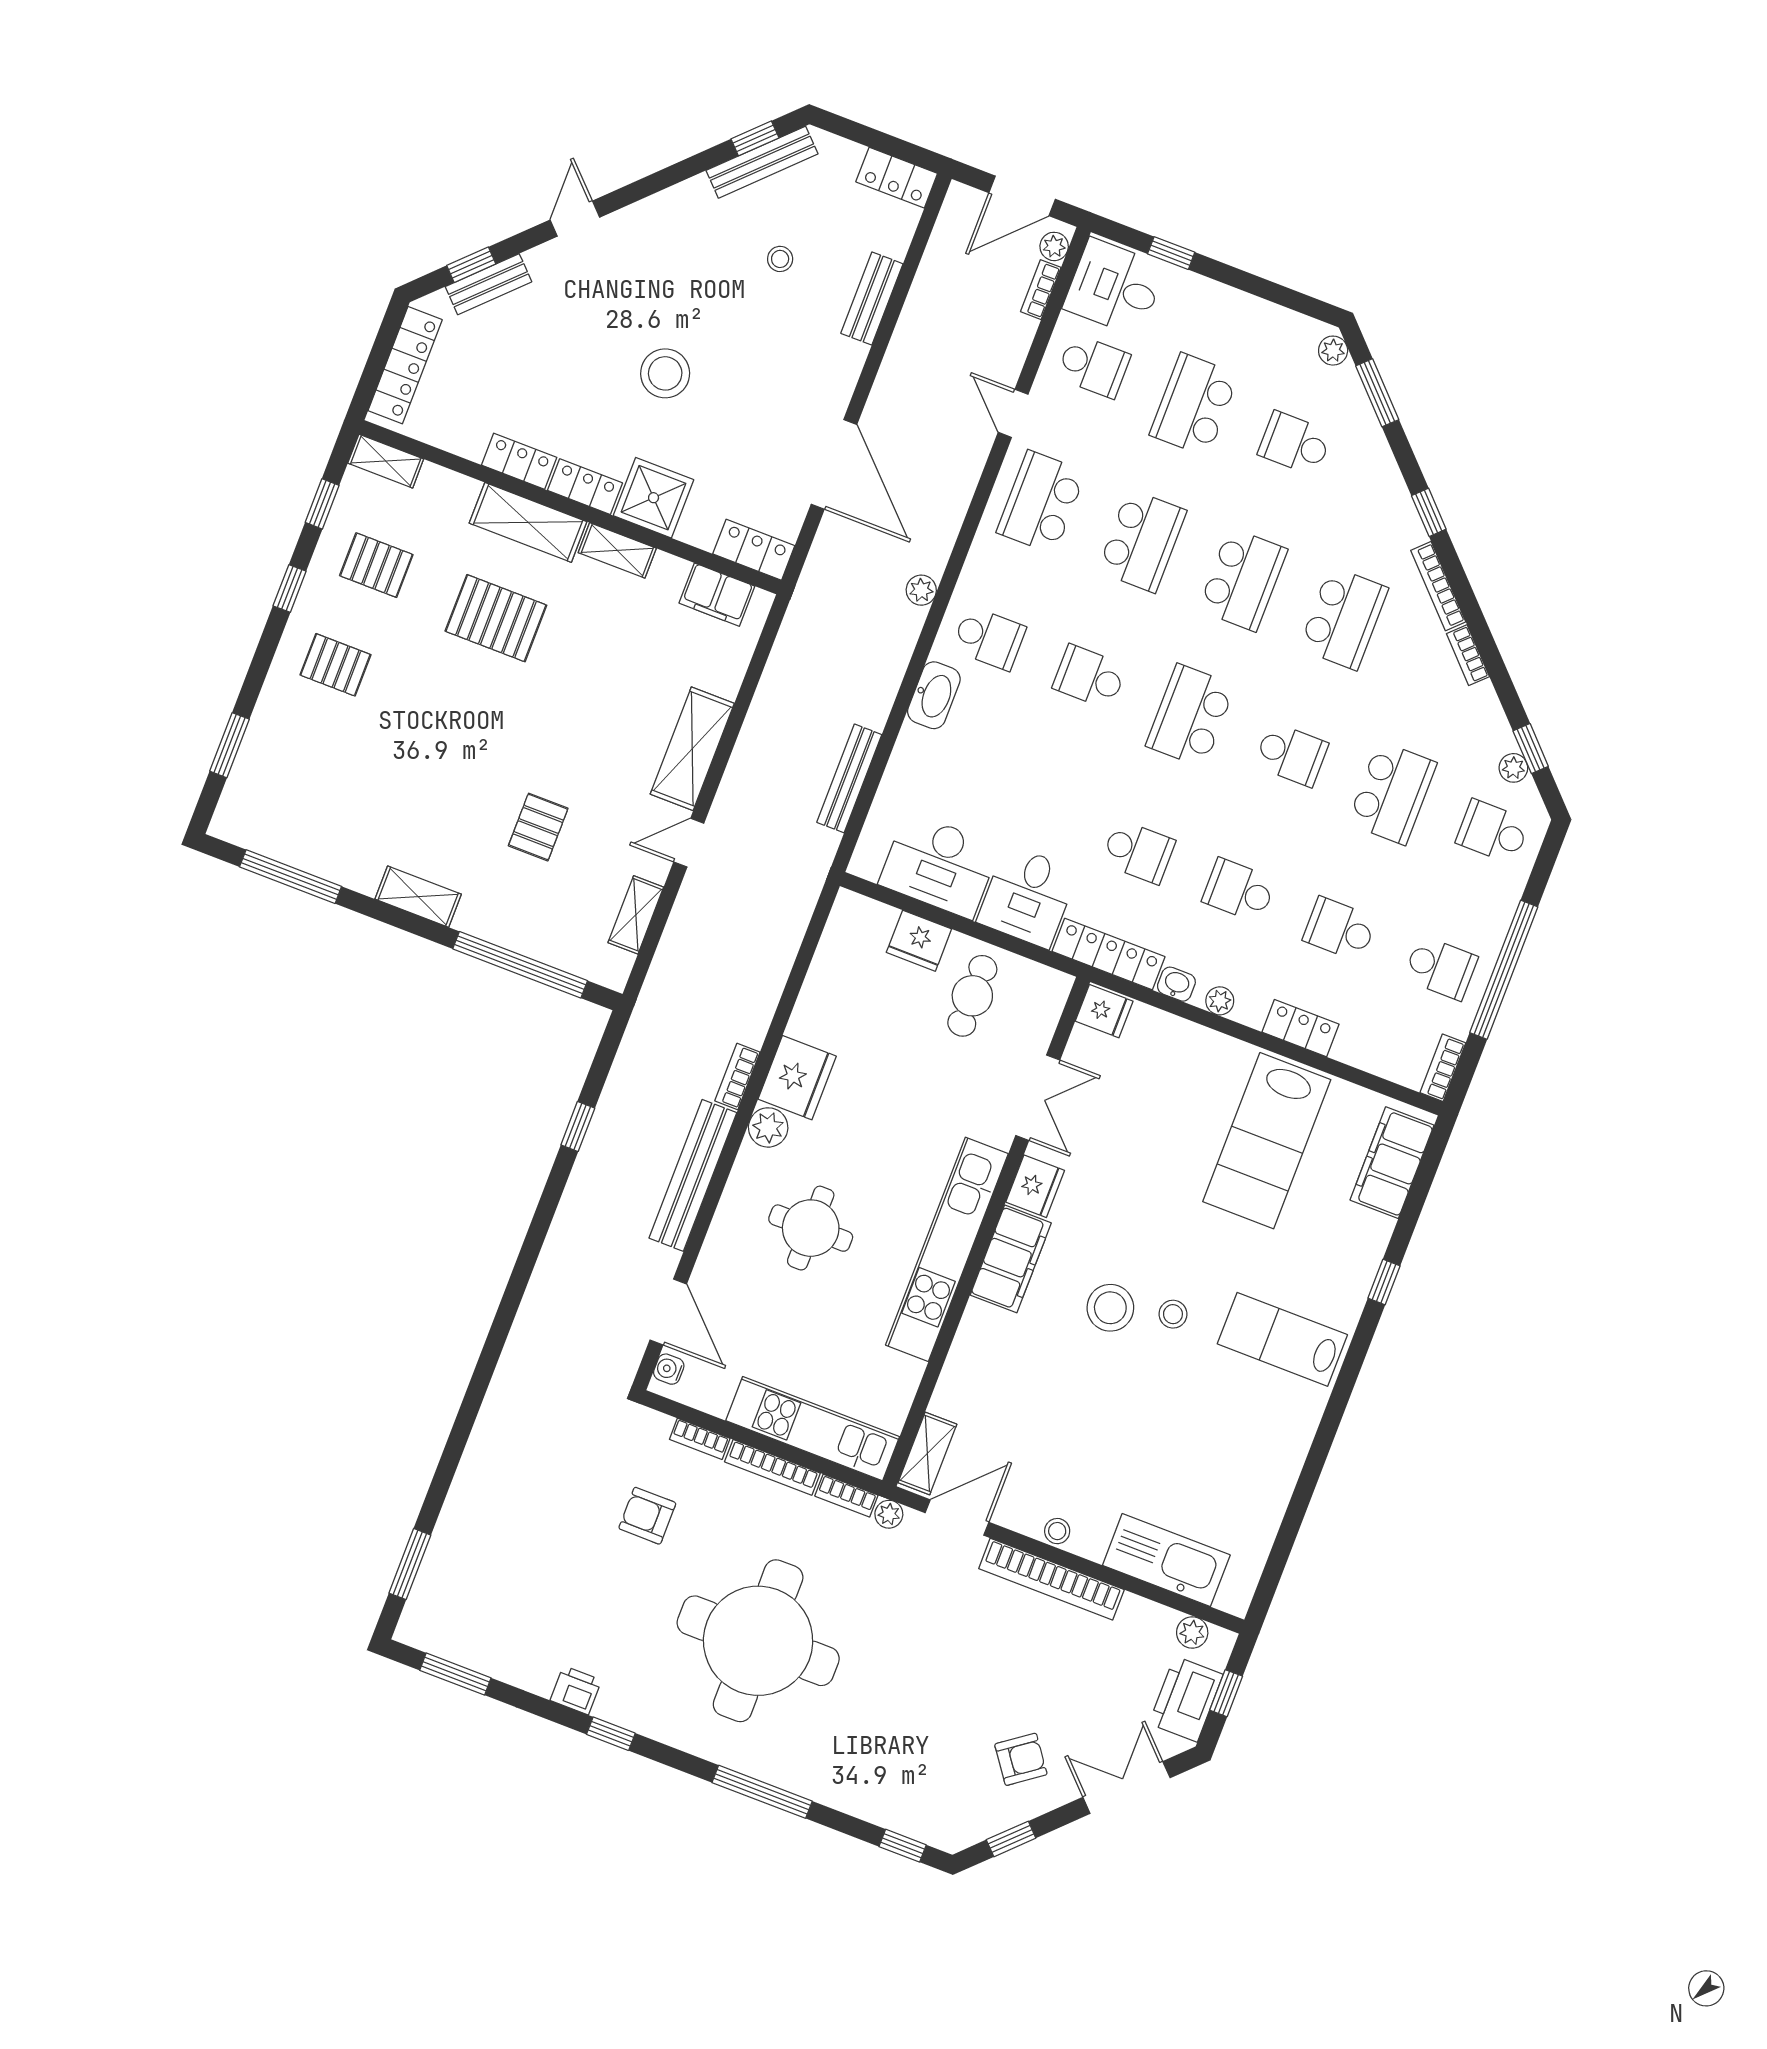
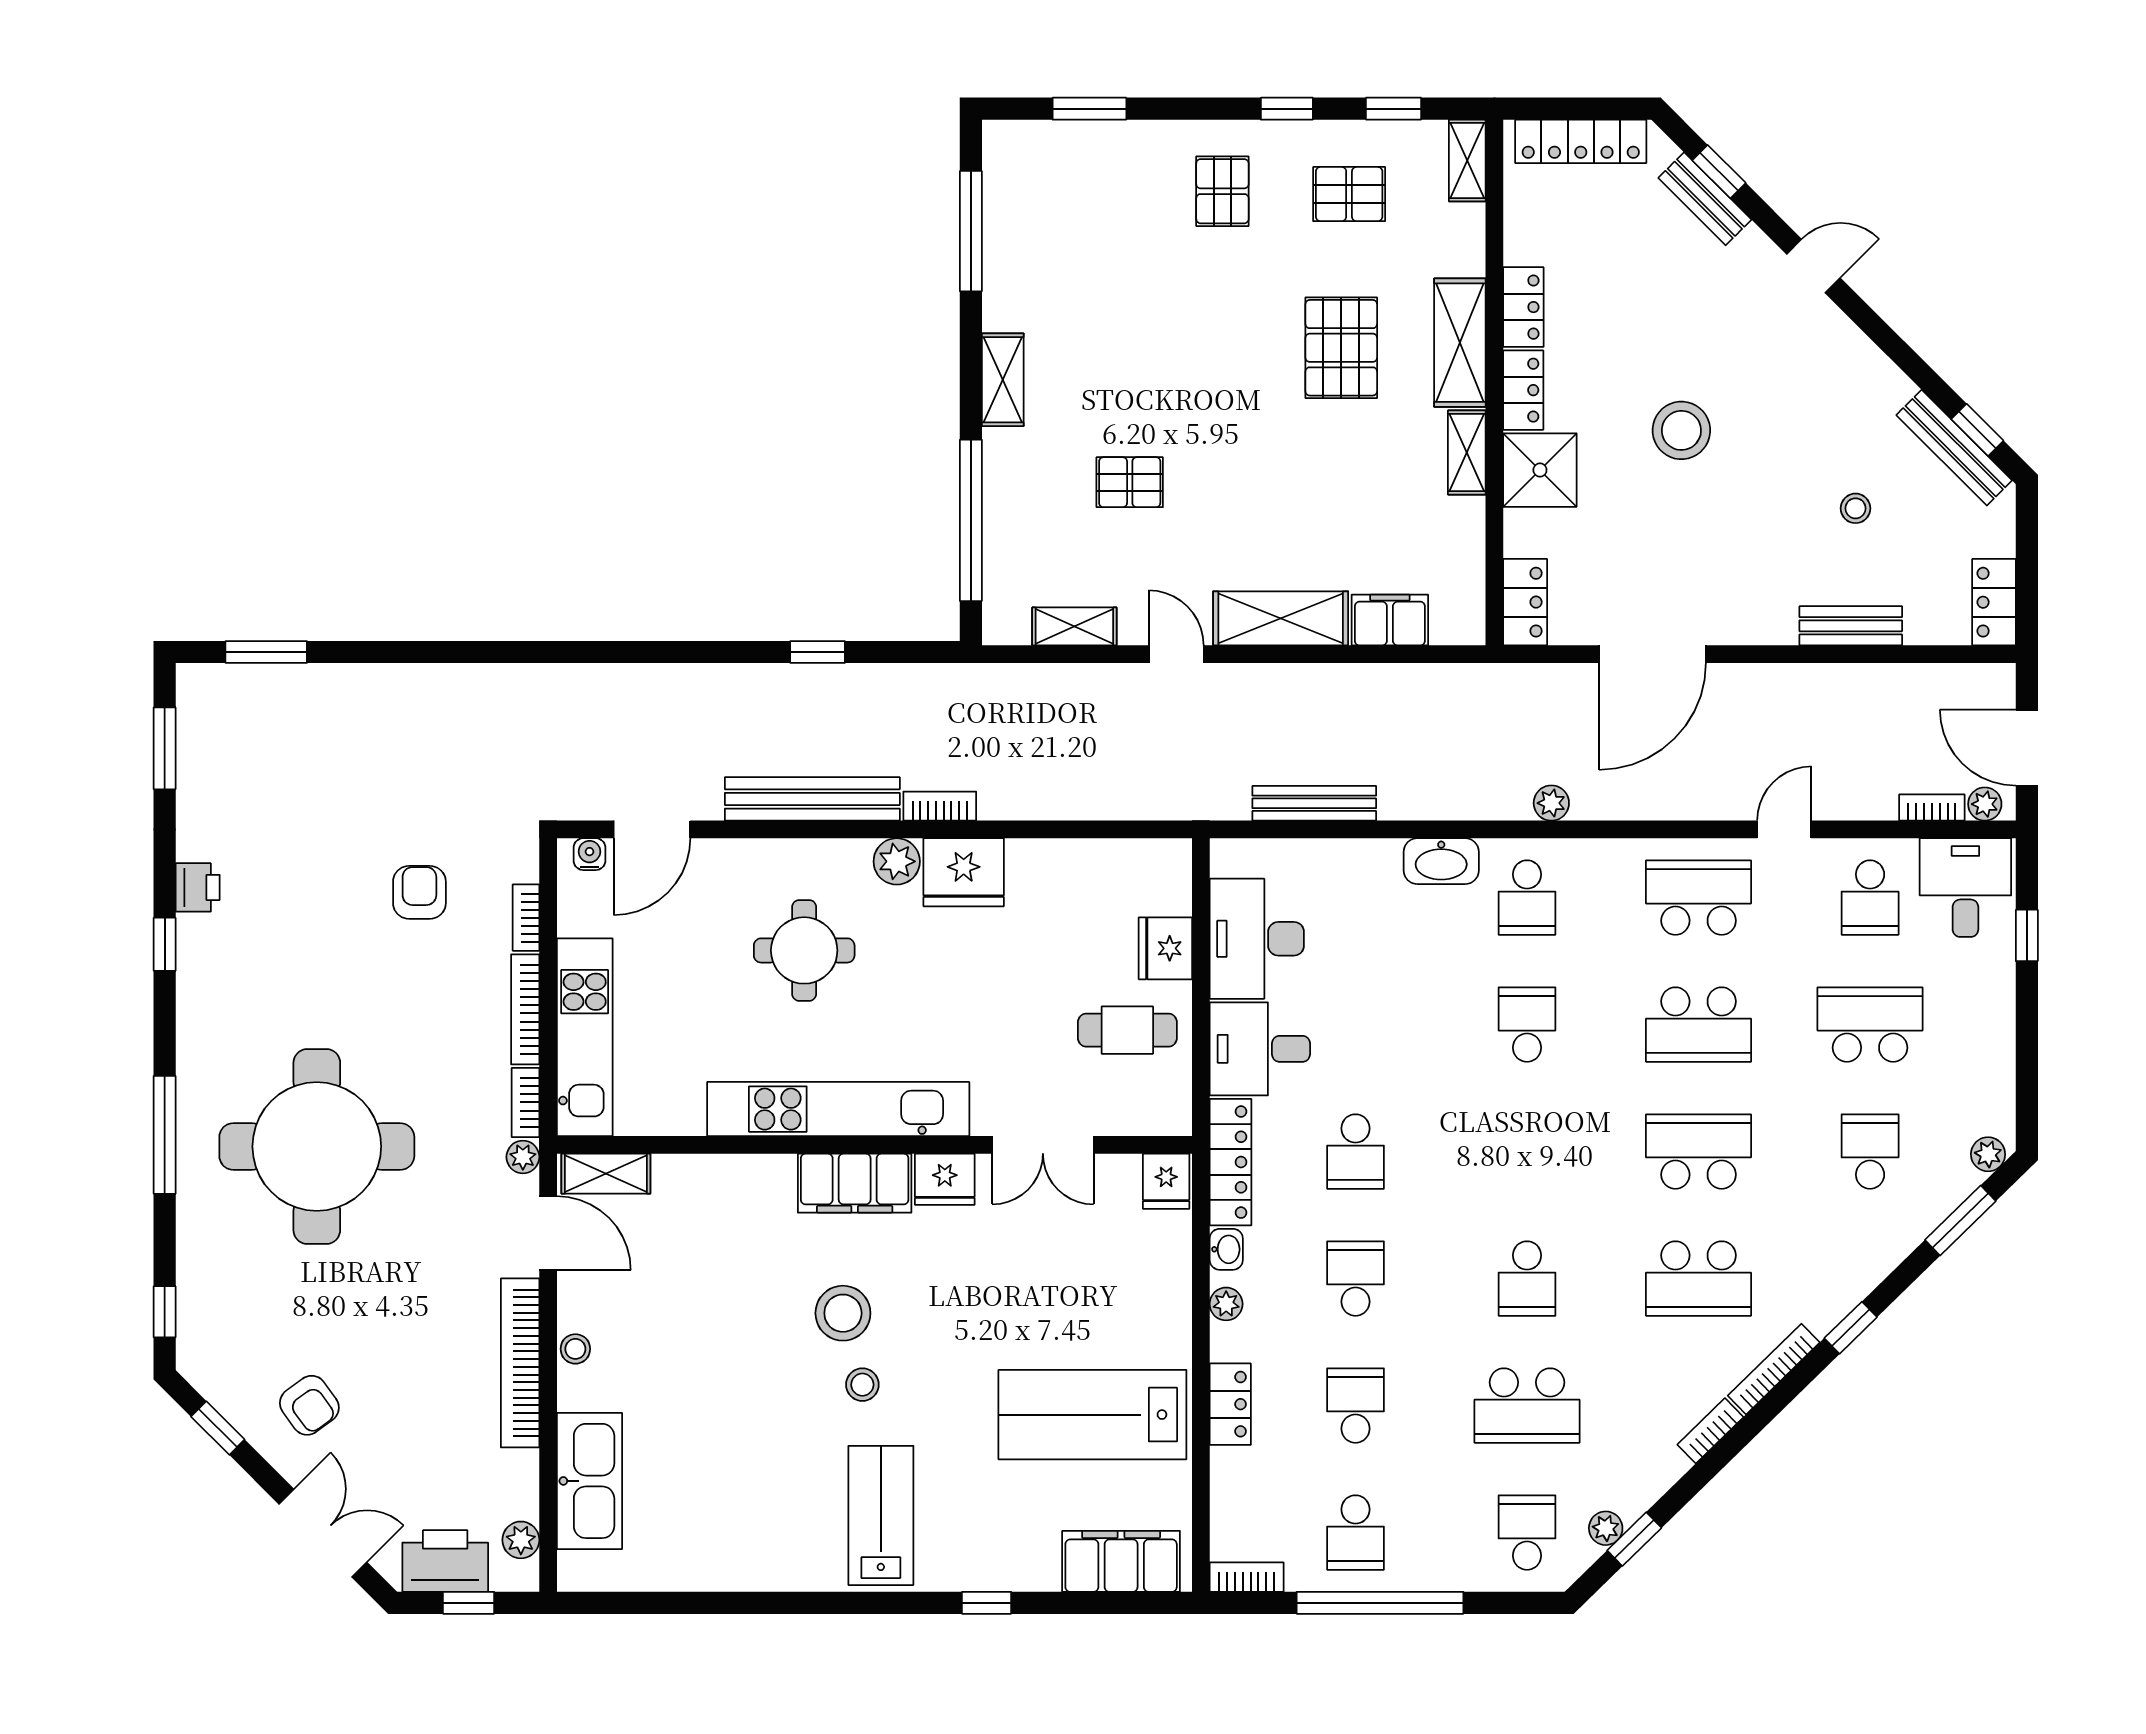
pallet: (376, 565) -> (1349, 194), turned 90
school desk: (1243, 579) -> (1699, 1152), turned 180
filing cabinet: (717, 595) -> (1390, 620), moved, turned 90
school desk: (1190, 716) -> (1527, 1152), removed
round table: (758, 1641) -> (317, 1146), moved

